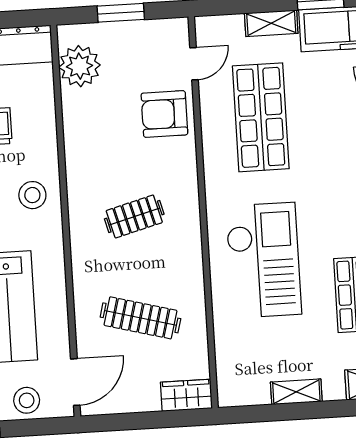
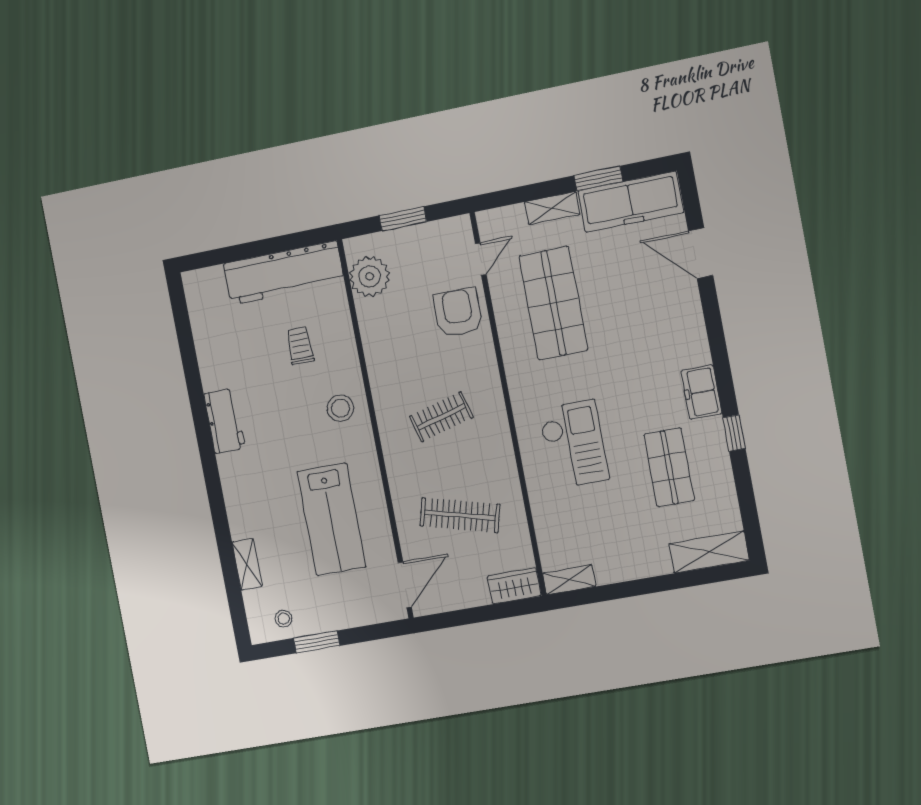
armchair: (164, 114) -> (458, 312), turned 90
checkout: (263, 260) -> (574, 444), width x0.73, depth x0.83
shelving: (296, 392) -> (569, 580), moved
stool: (27, 400) -> (360, 608), removed

